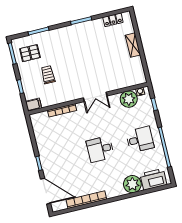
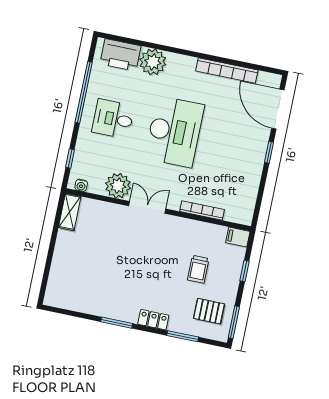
locker: (113, 20) -> (153, 320), moved
shelving: (133, 45) -> (70, 212), moved
plant: (129, 99) -> (118, 186), moved
desk: (100, 149) -> (174, 132), width x1.87, depth x1.30

